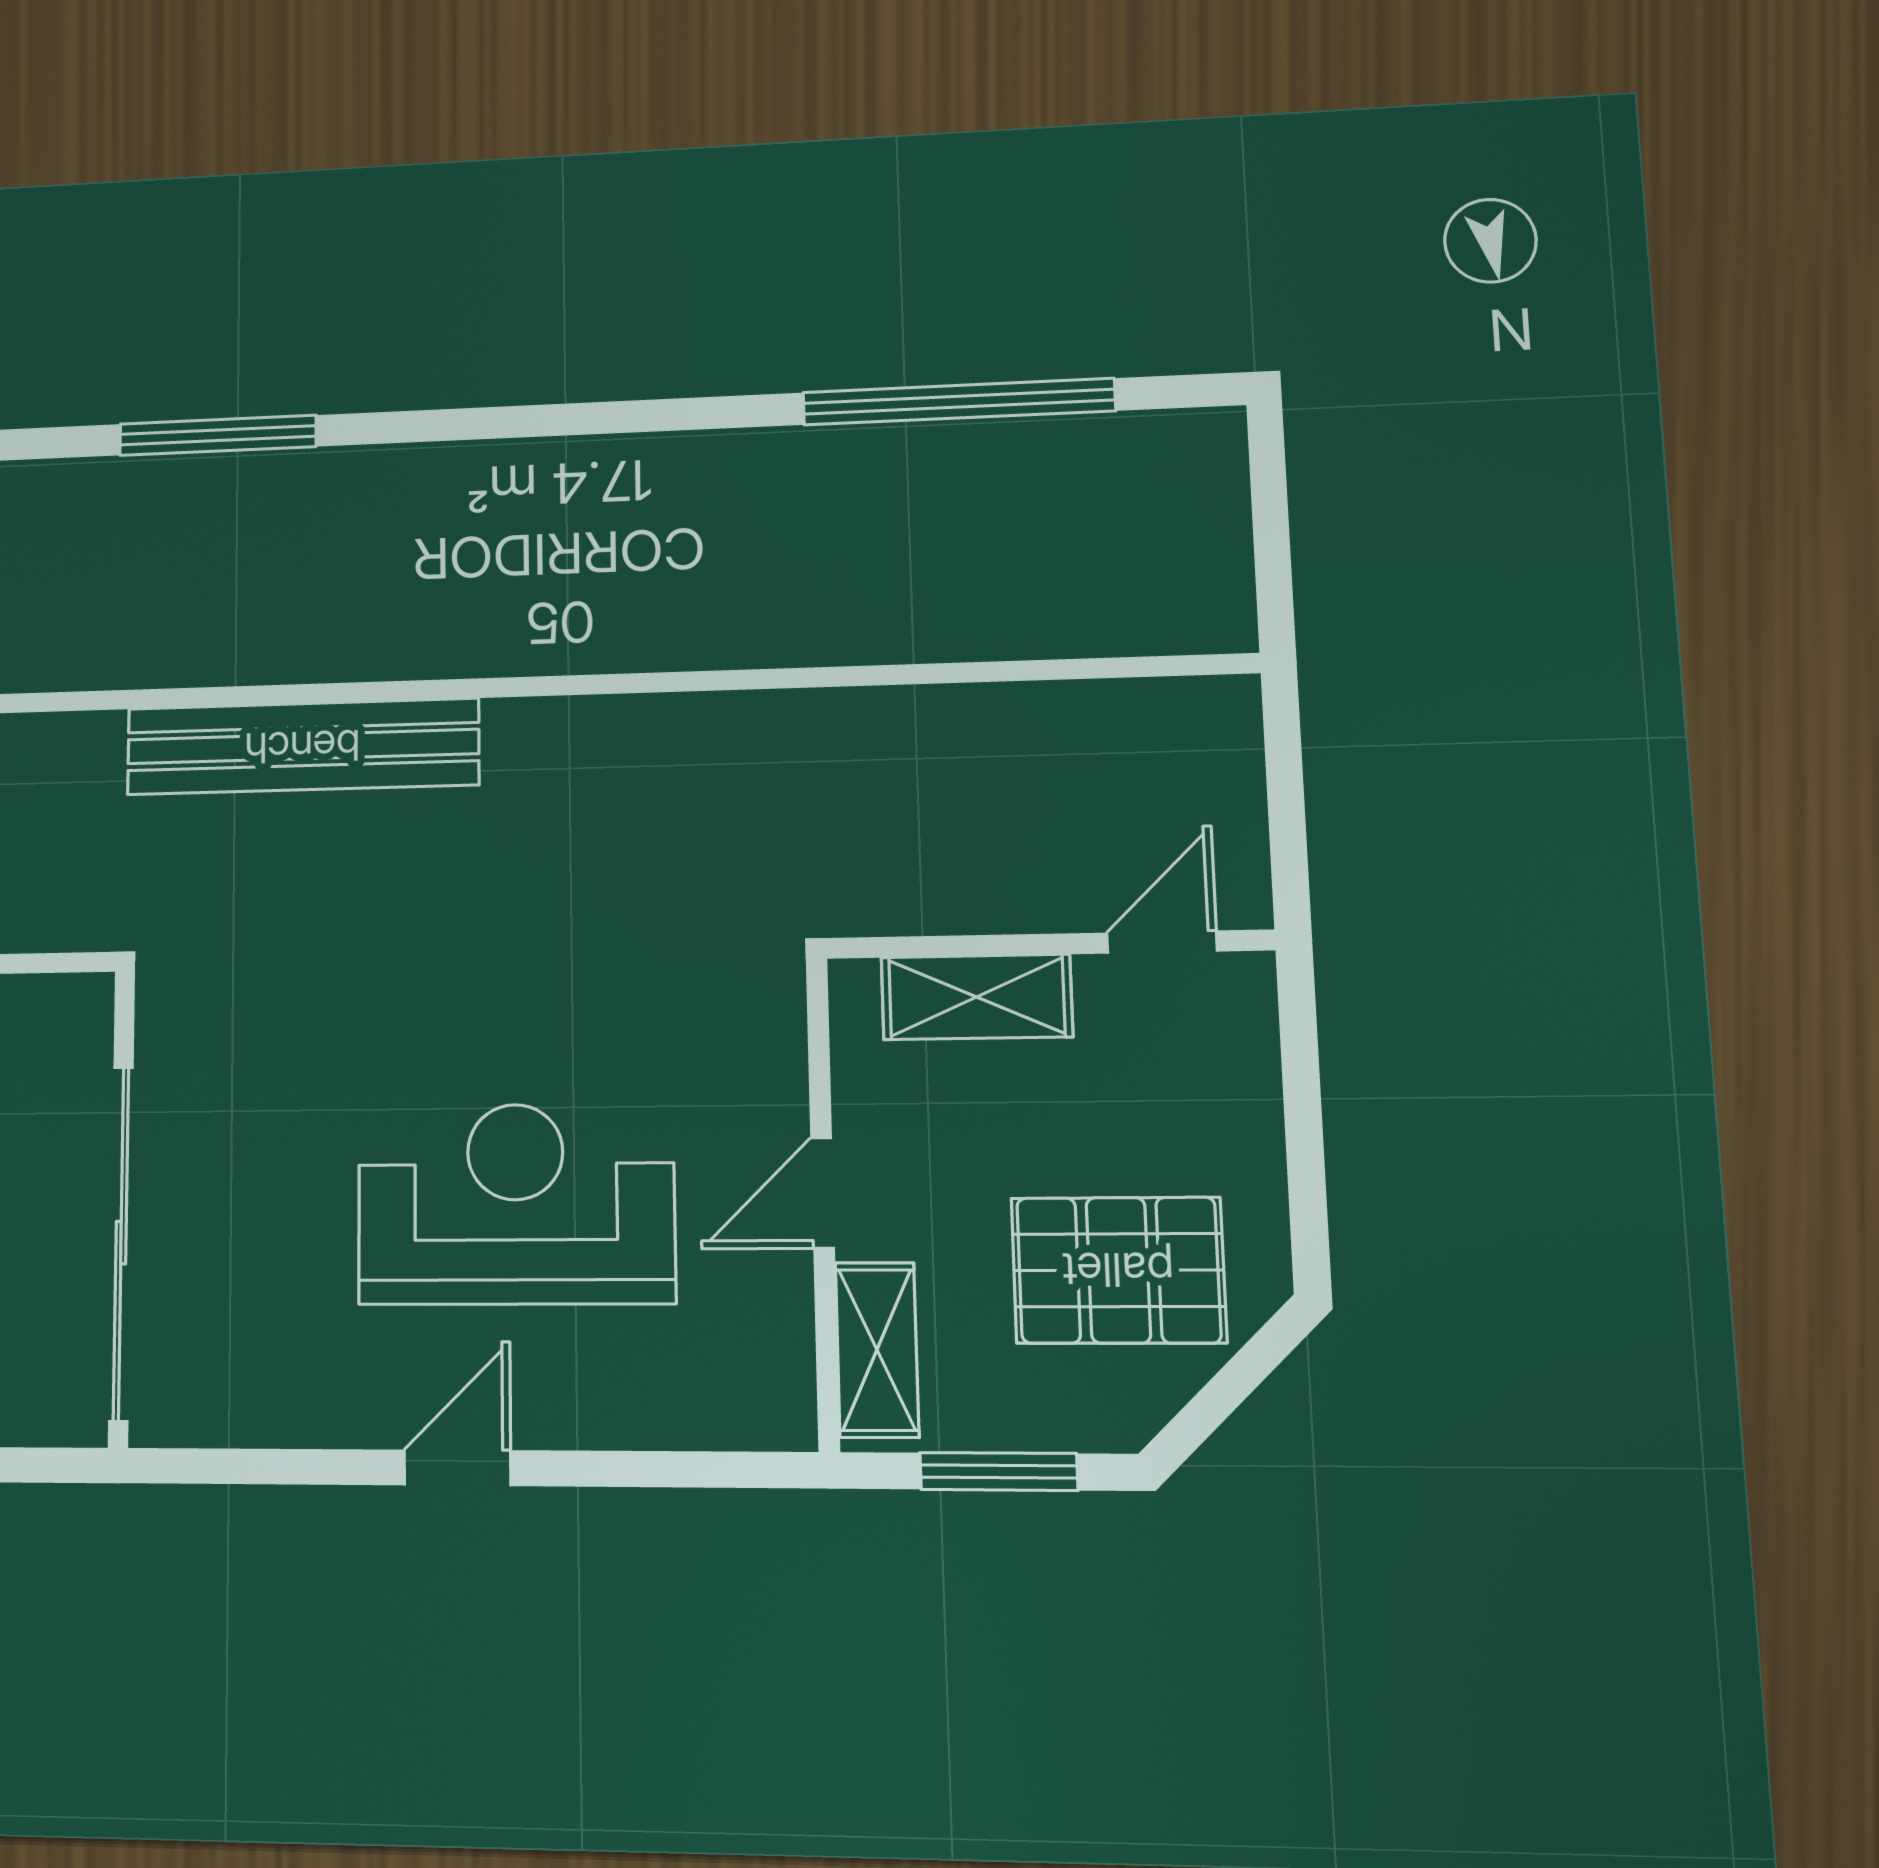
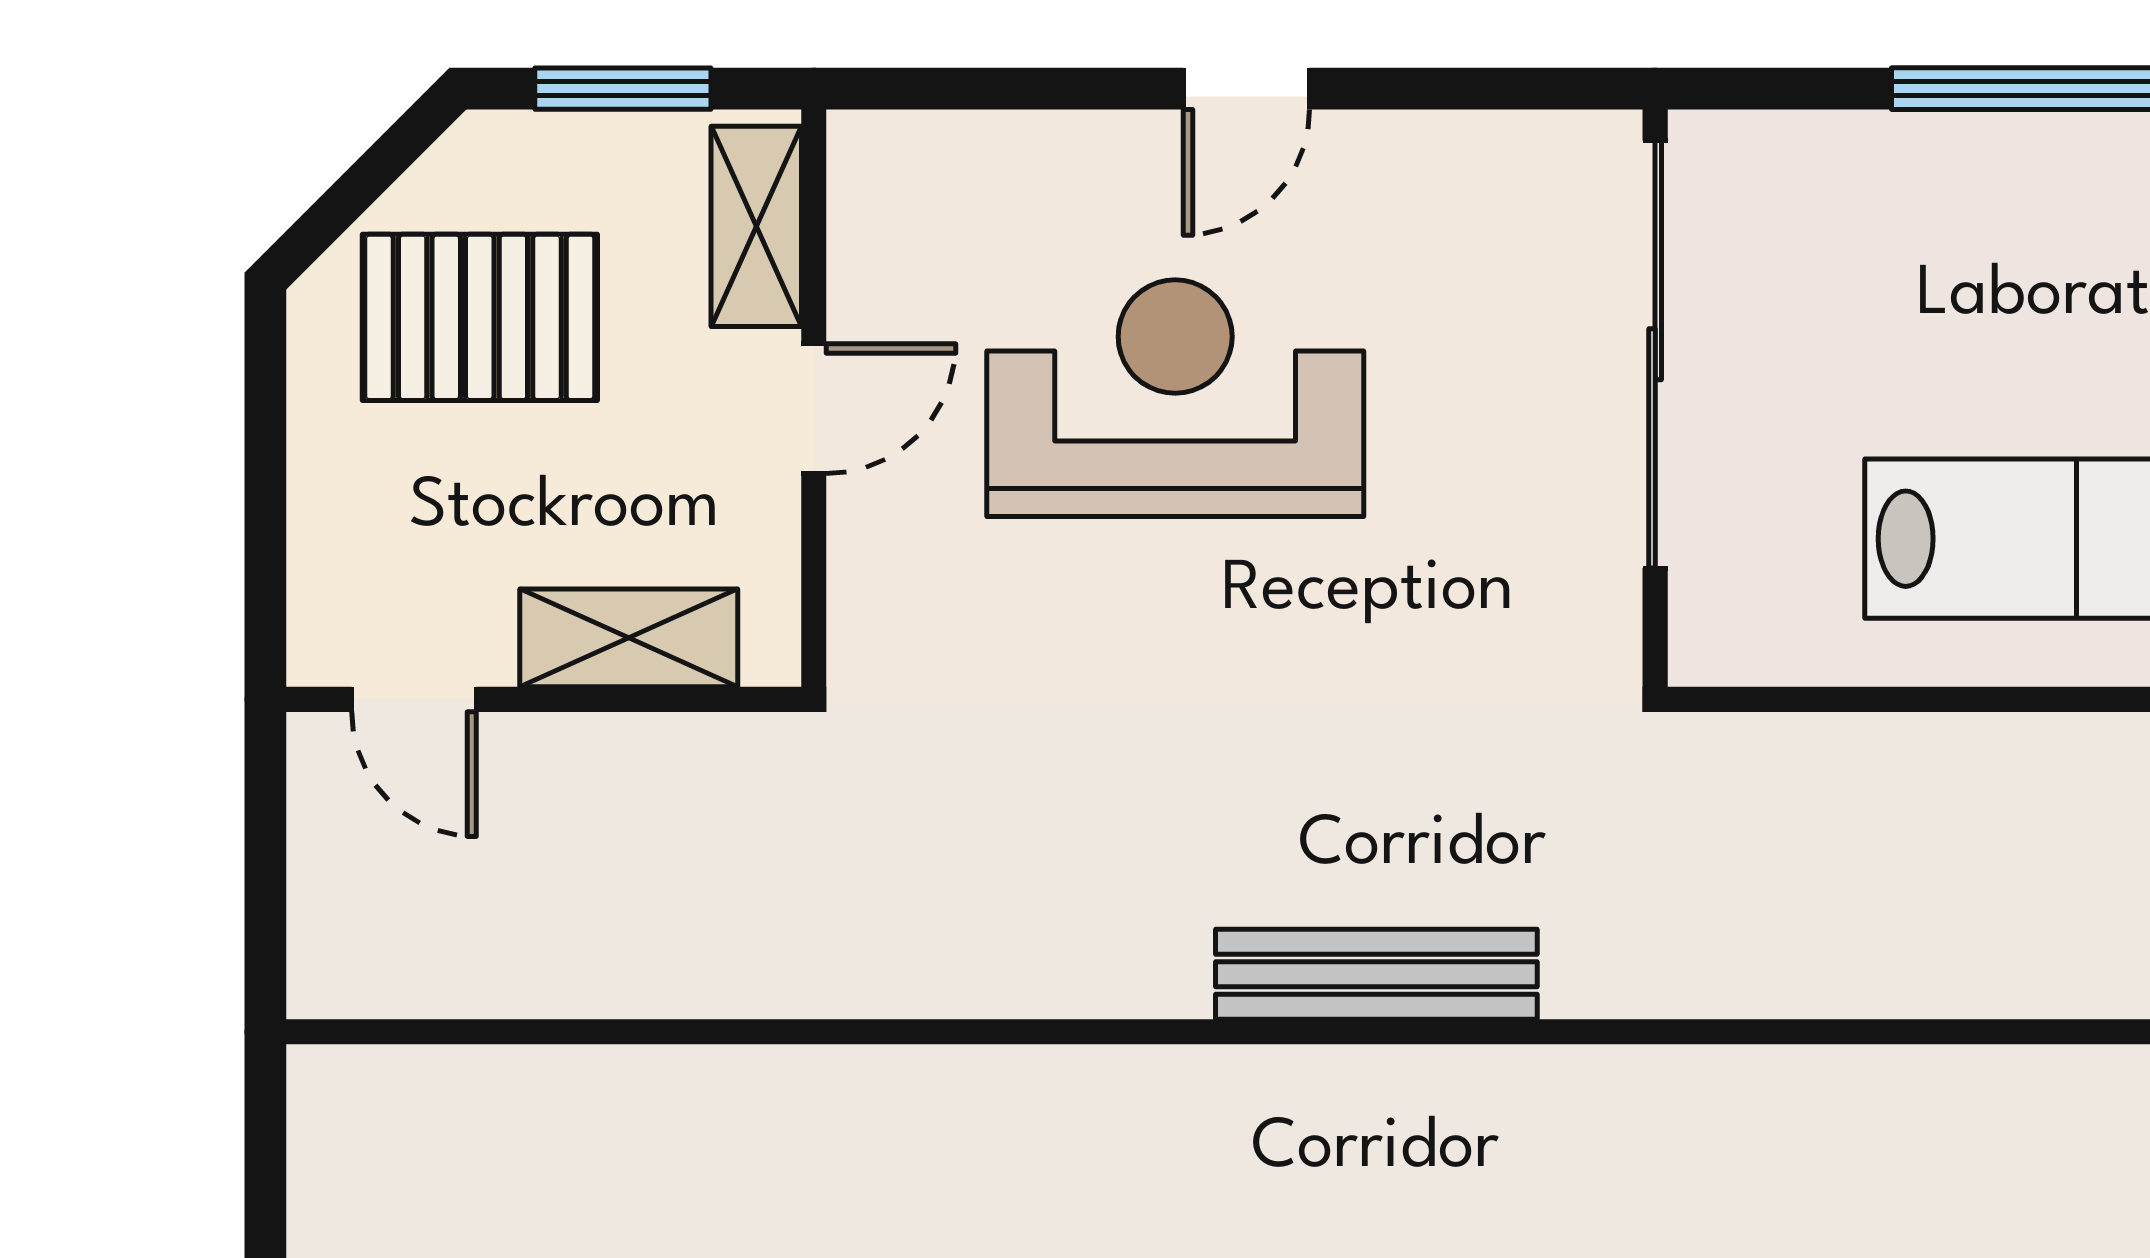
bench: (302, 747) -> (1376, 974), width x0.73, depth x0.82
door: (1162, 942) -> (414, 699), hinge flipped
reception desk: (516, 1204) -> (1175, 398), turned 180

